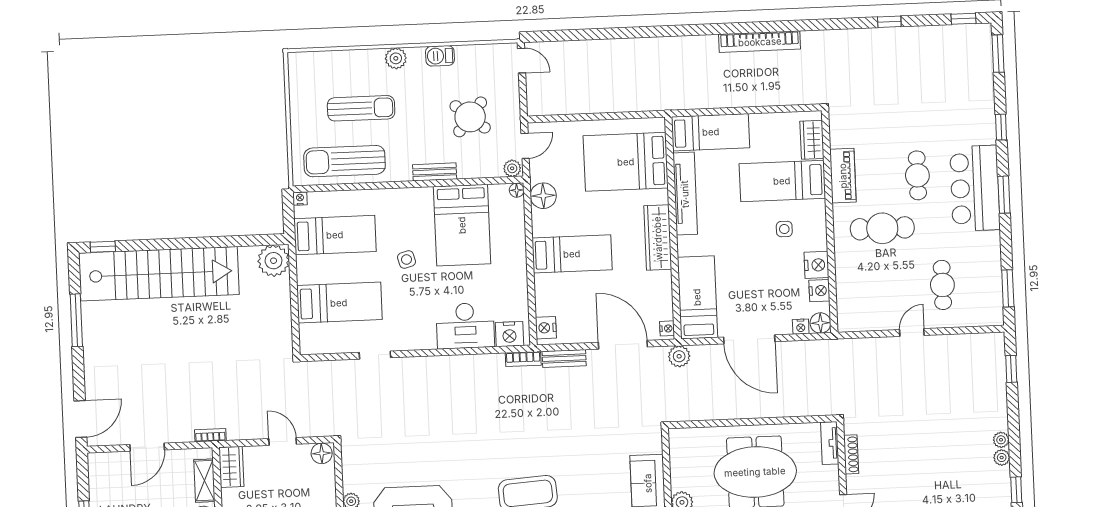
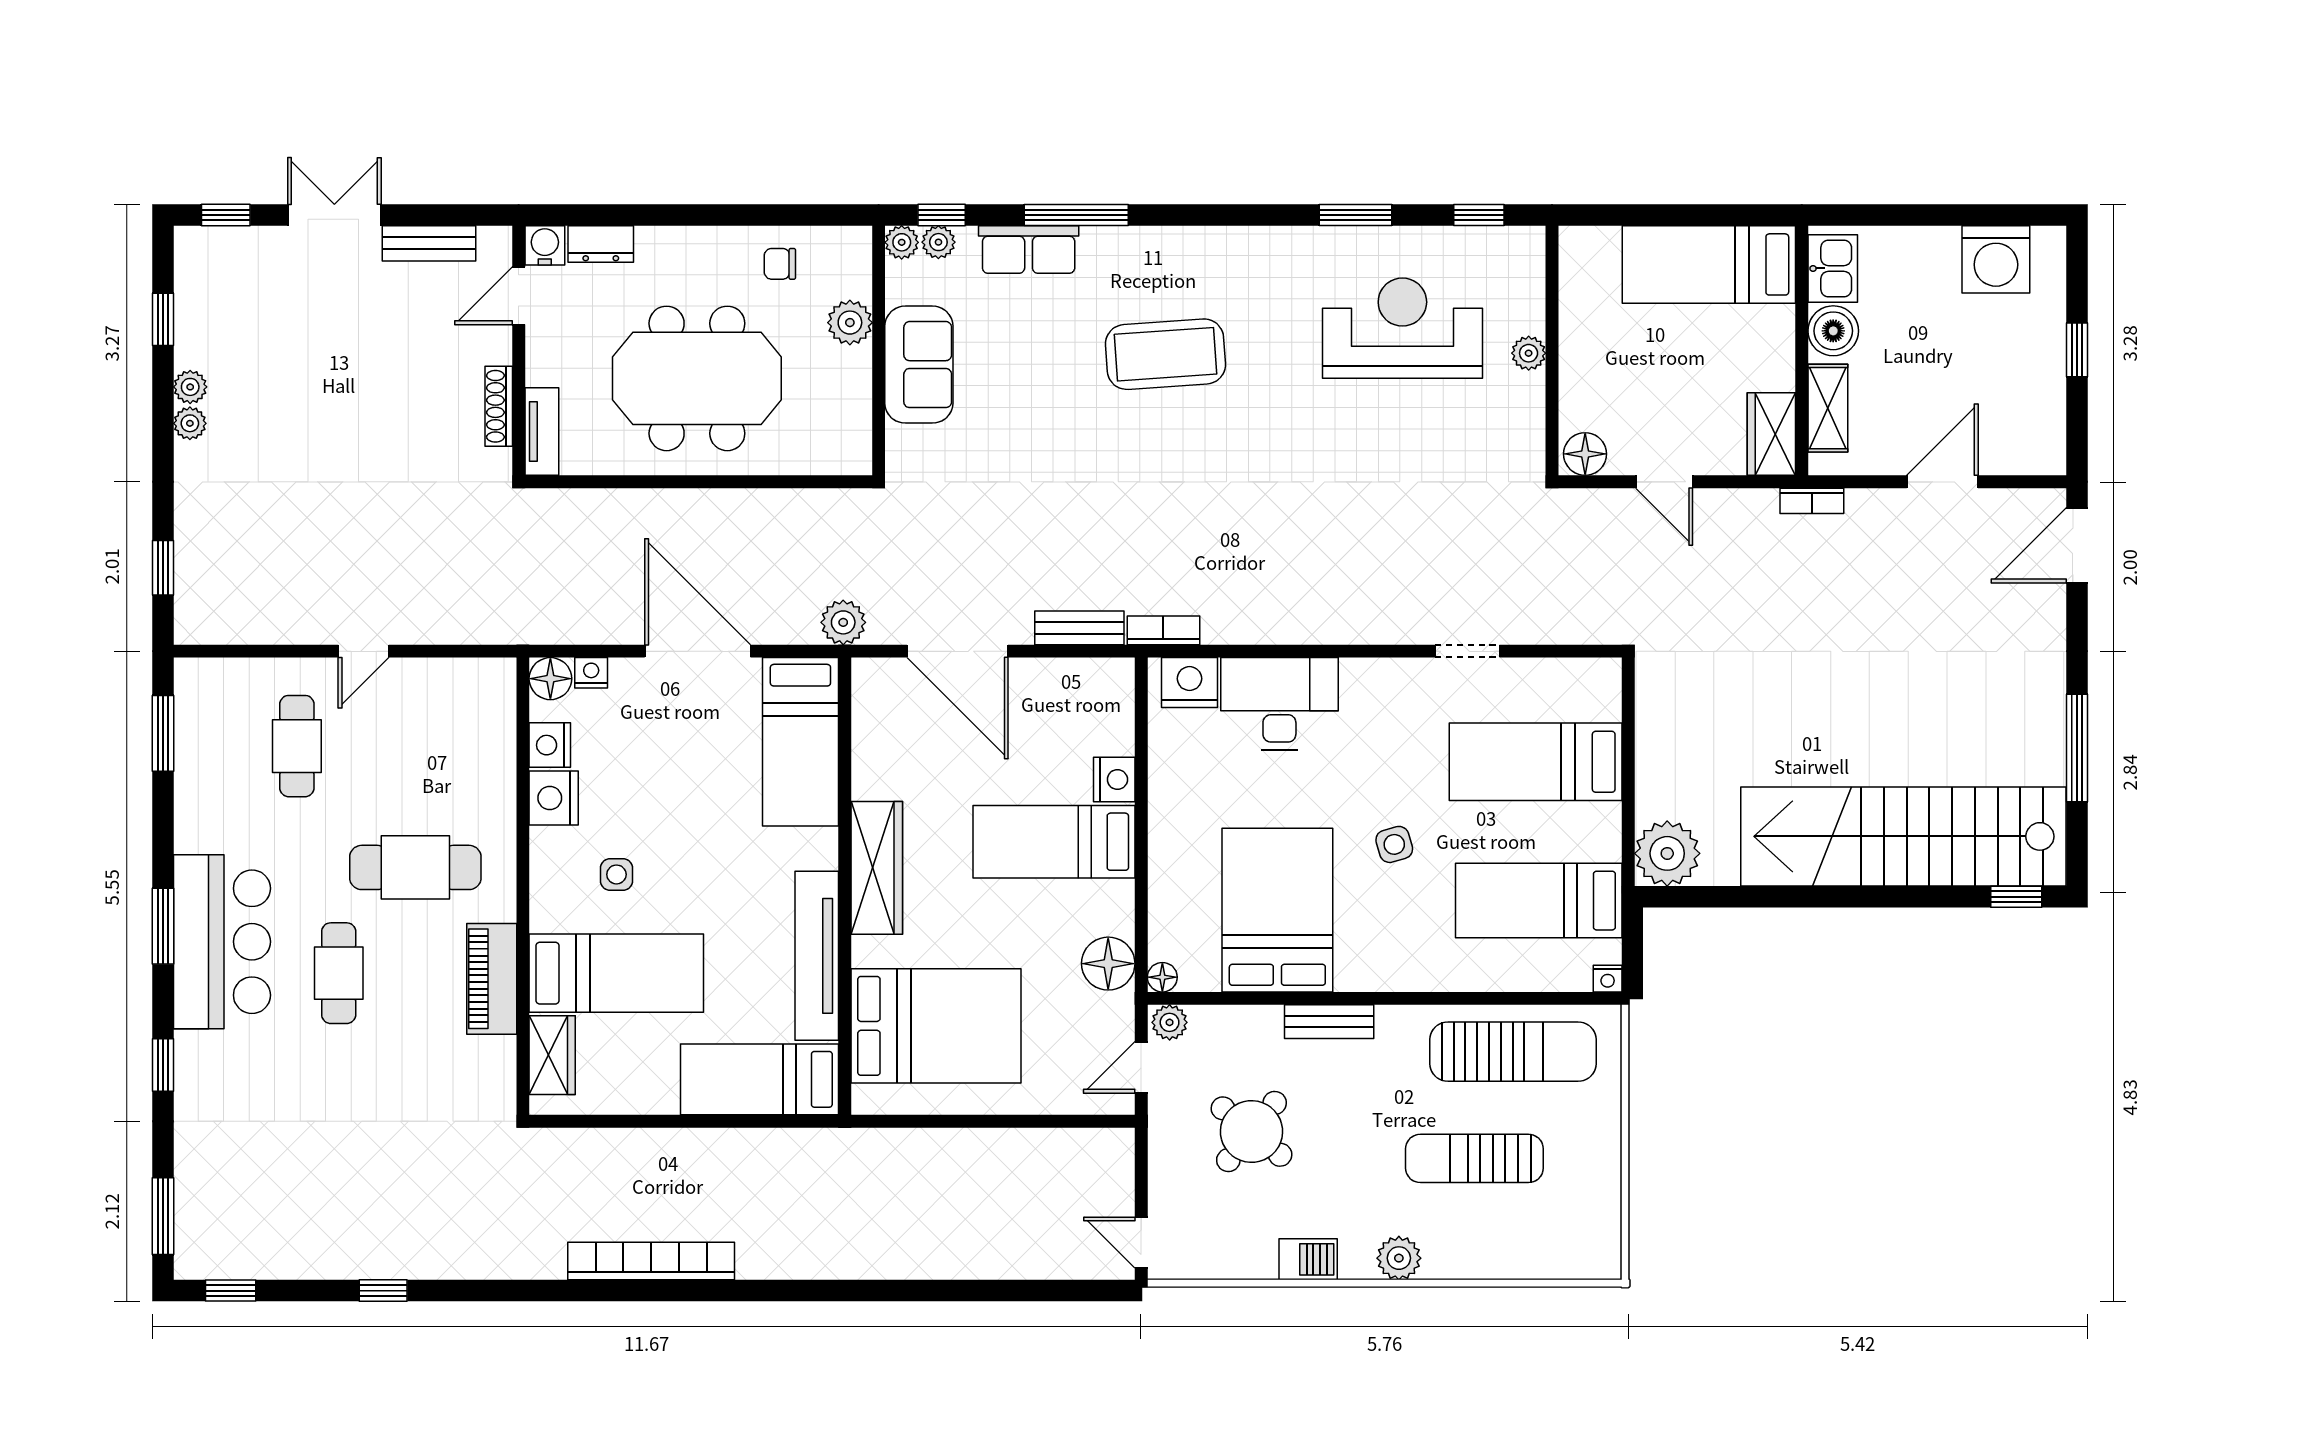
nightstand: (546, 328) -> (1114, 780), moved
nightstand: (667, 328) -> (866, 680), removed

